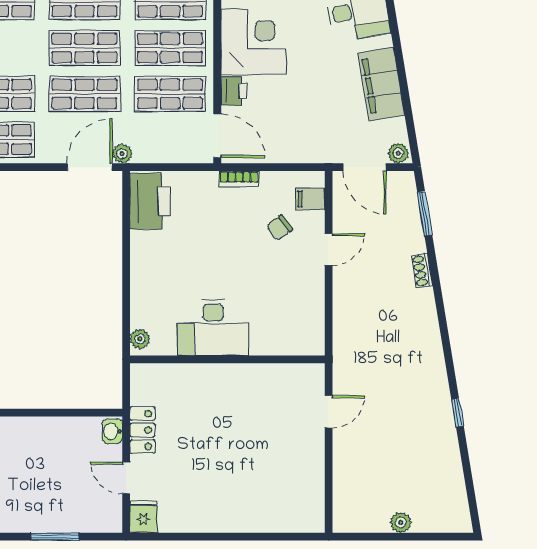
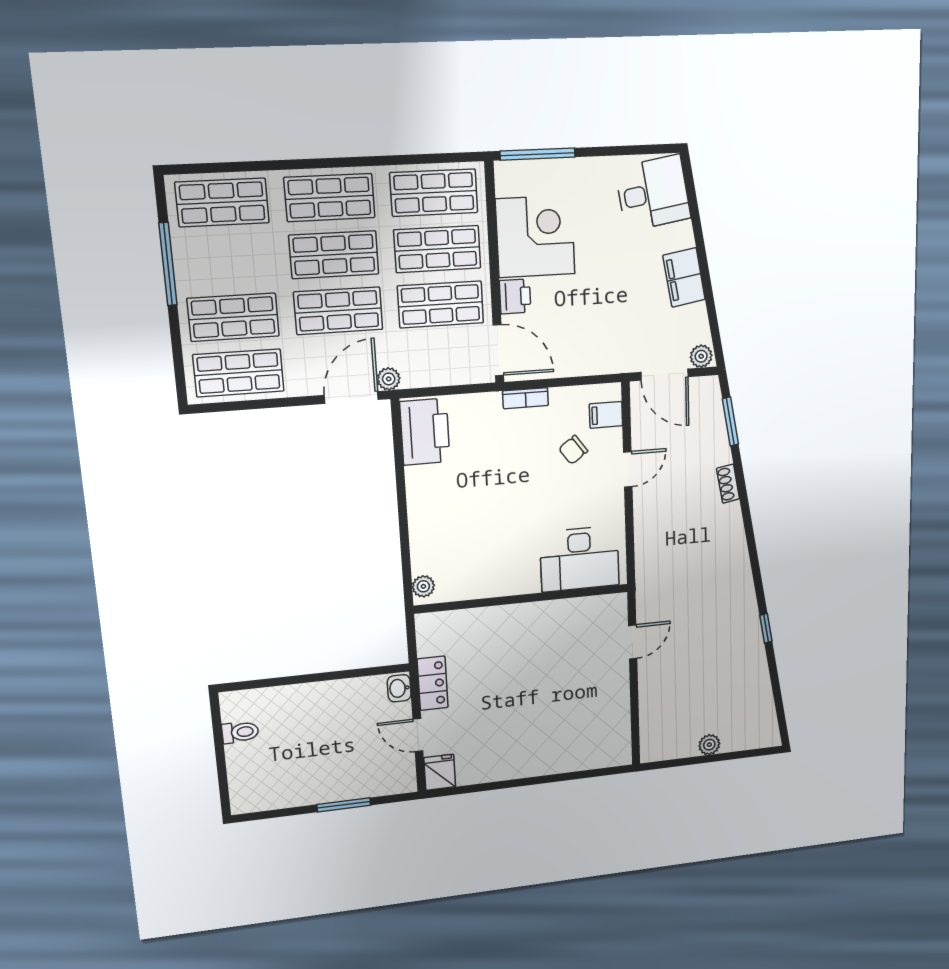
filing cabinet: (381, 84) -> (684, 277), width x0.67, depth x0.86
desk: (213, 328) -> (580, 559), moved

